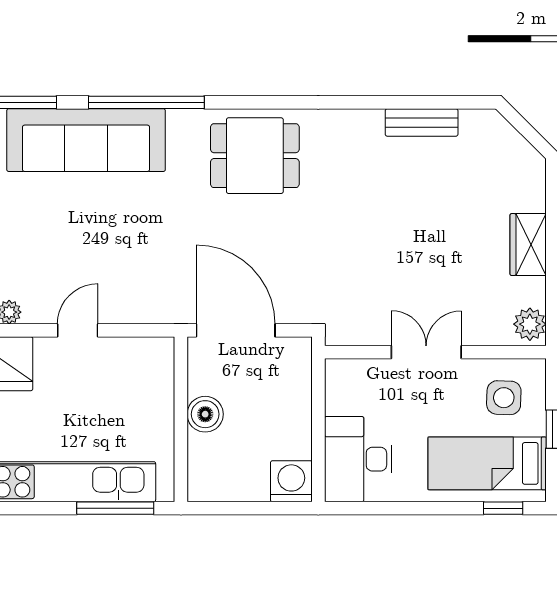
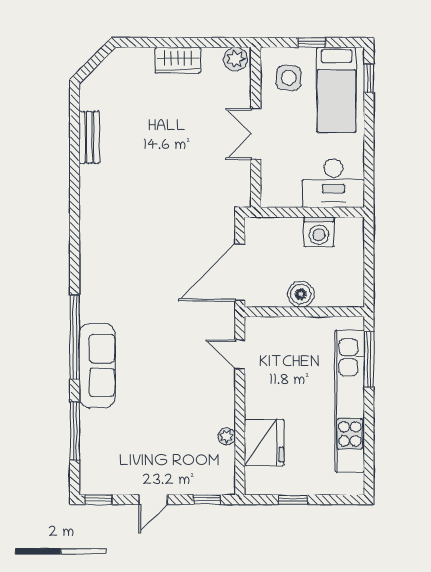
sofa: (86, 140) -> (97, 365), width x0.74, depth x0.79
dining table: (255, 156) -> (113, 258), removed
door: (78, 330) -> (240, 354), moved
washing machine: (291, 481) -> (319, 232), moved, turned -90

